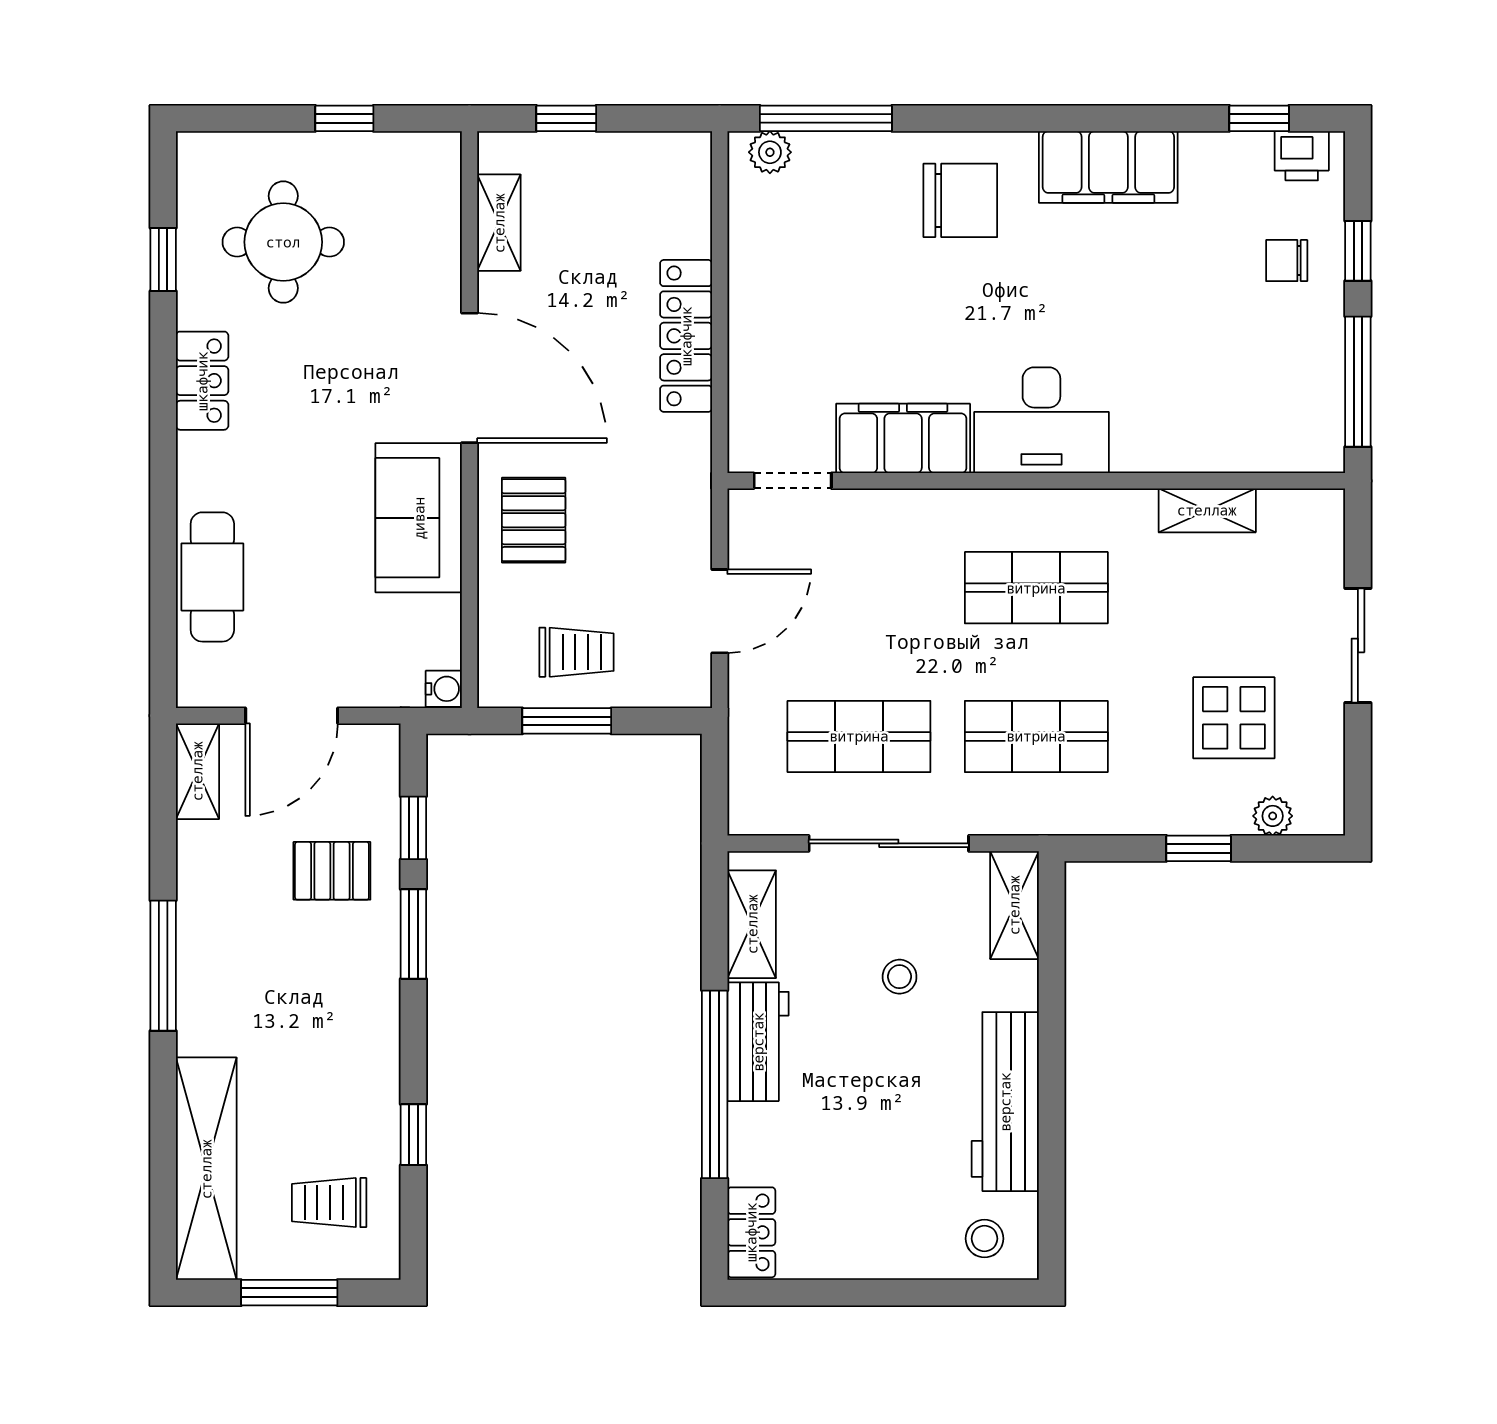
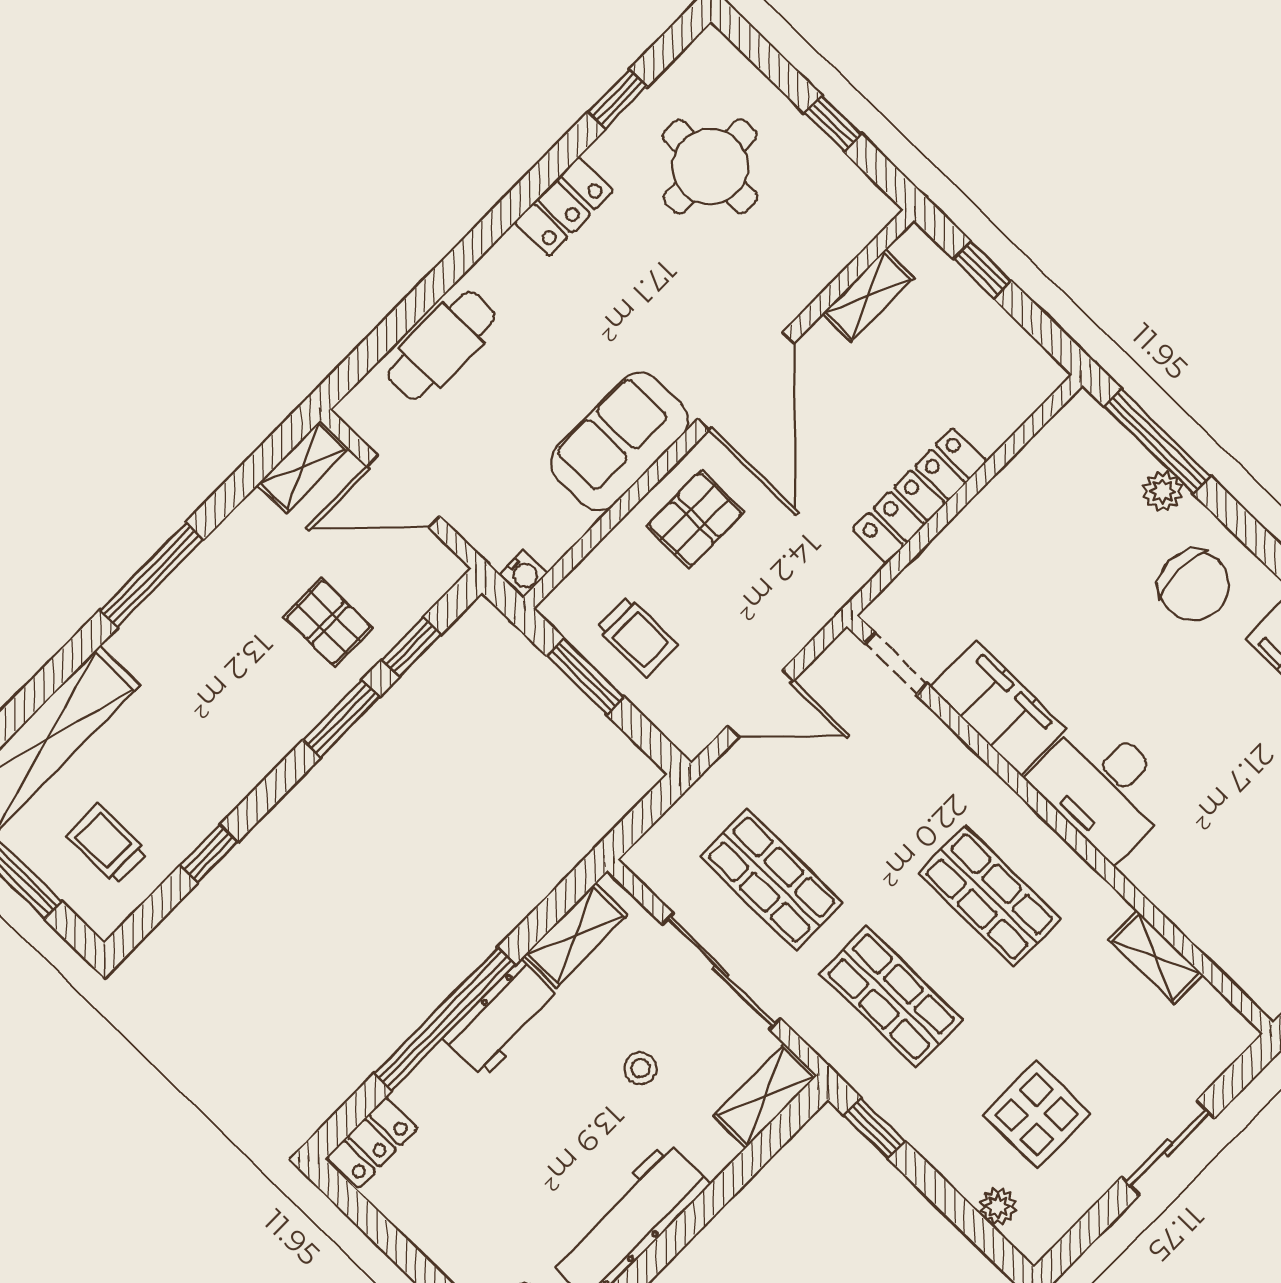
plant: (770, 152) -> (1163, 491), moved
window: (1199, 848) -> (874, 1128), moved

